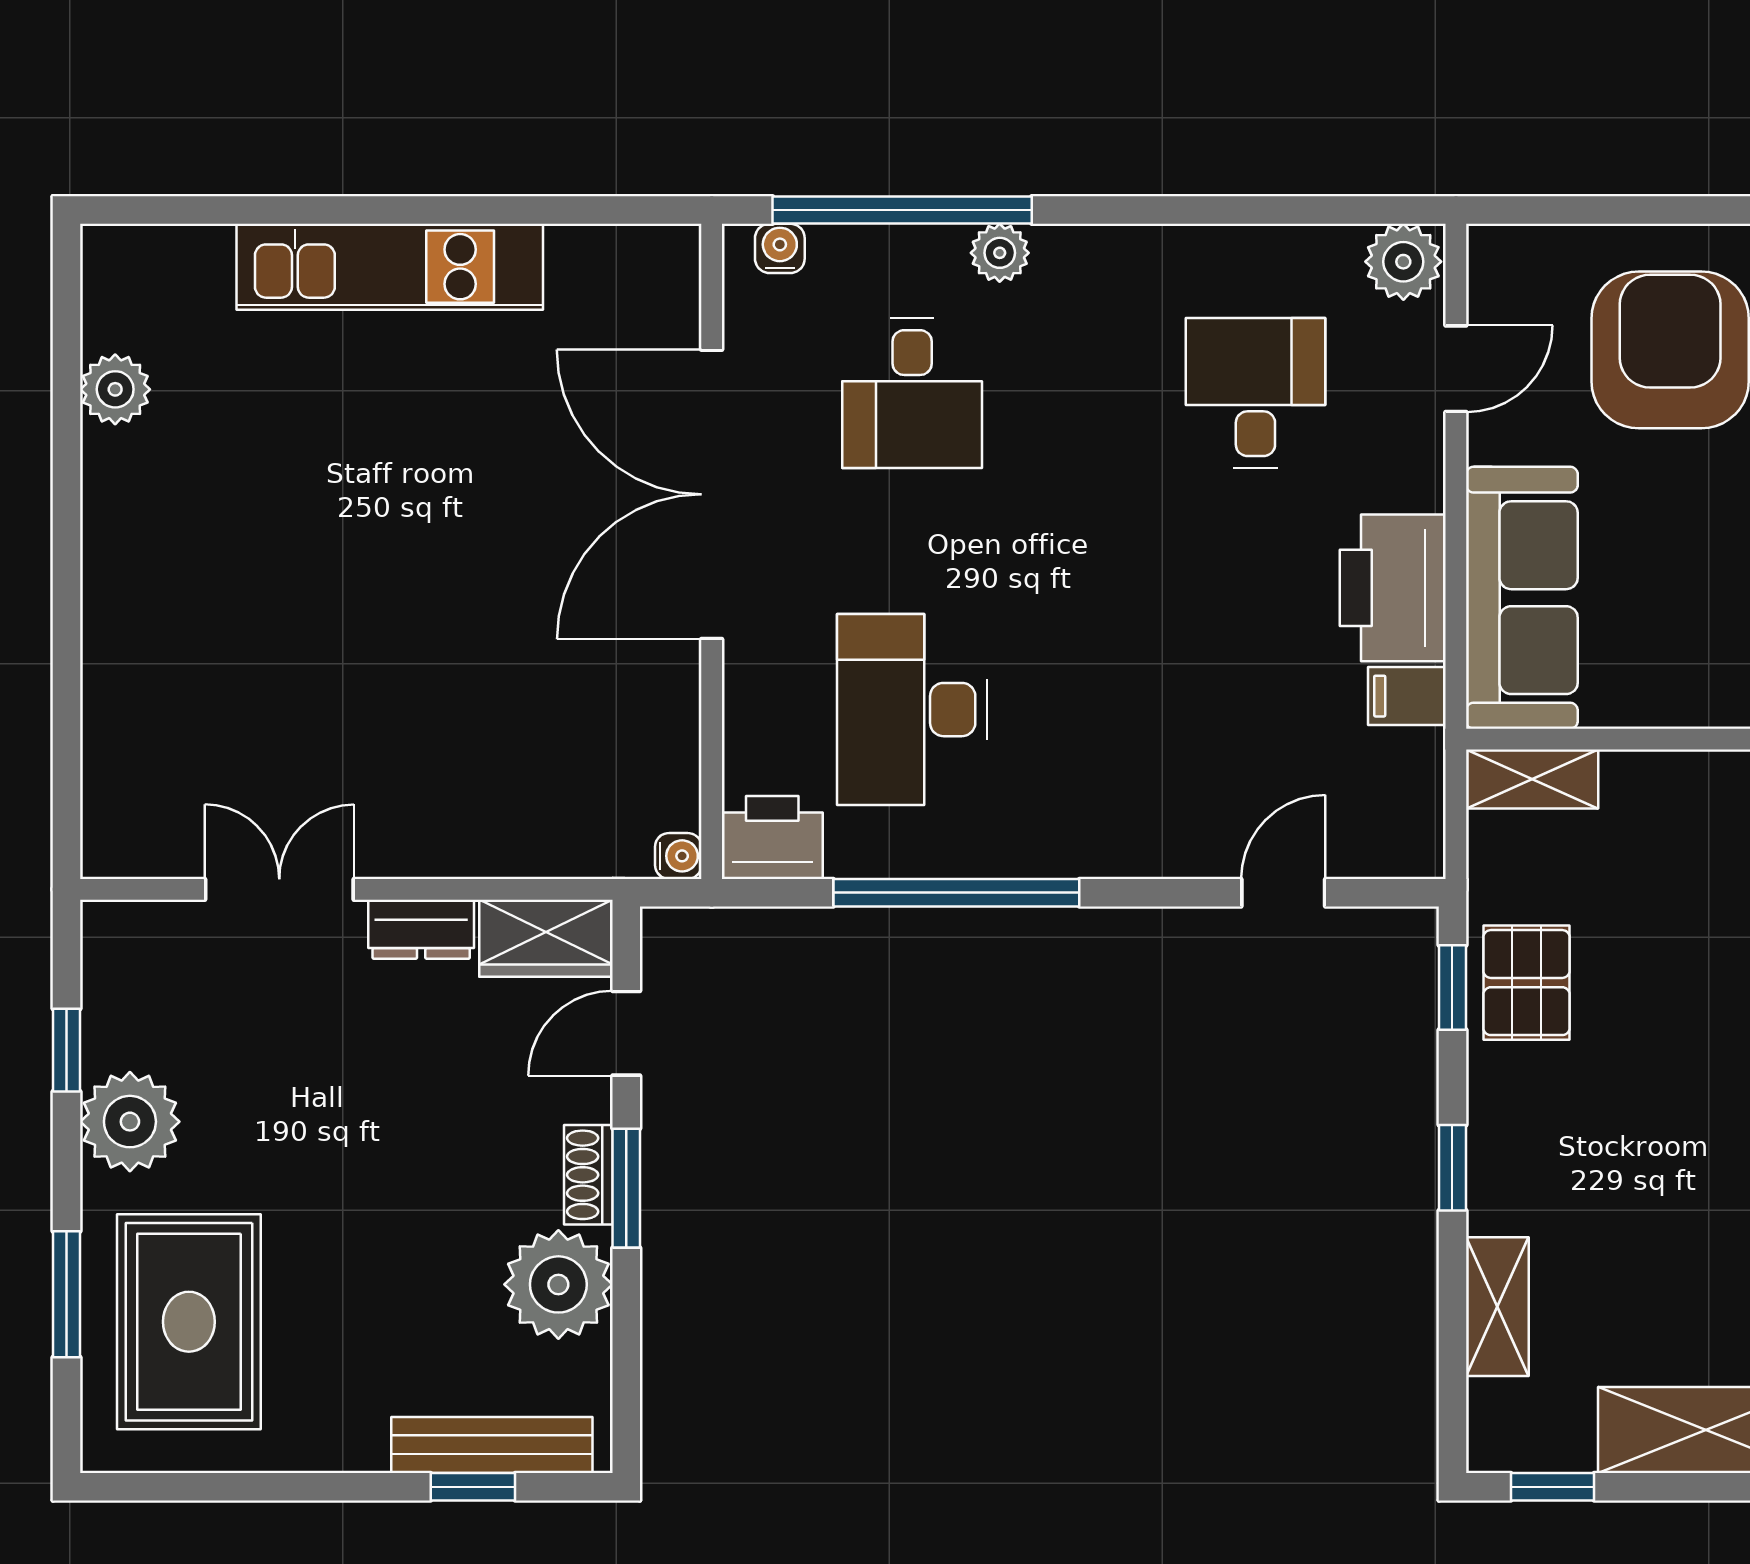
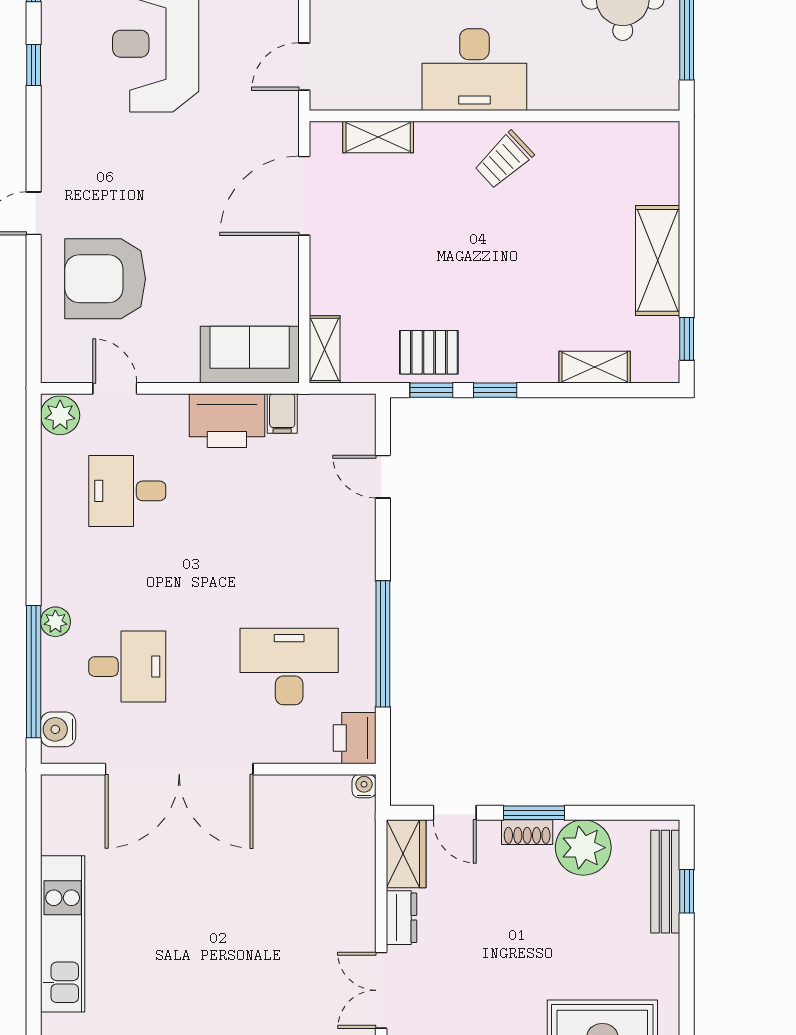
water cooler: (780, 248) -> (58, 729), width x1.38, depth x1.38
sofa: (1522, 598) -> (250, 355), width x0.73
desk: (912, 710) -> (289, 667), turned 180
window: (1452, 1168) -> (495, 390), moved

